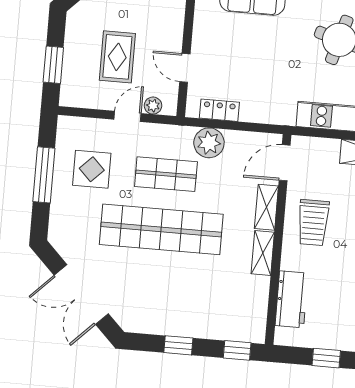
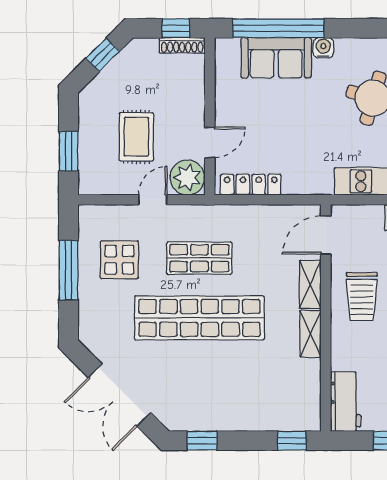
door: (185, 68) -> (210, 142), swing flipped
plant: (153, 106) -> (187, 178), width x1.88, depth x1.88
locker: (219, 110) -> (251, 185), width x1.53
plant: (209, 143) -> (243, 221), removed
workbench: (292, 299) -> (346, 402), moved
window: (178, 345) -> (202, 441), moved

